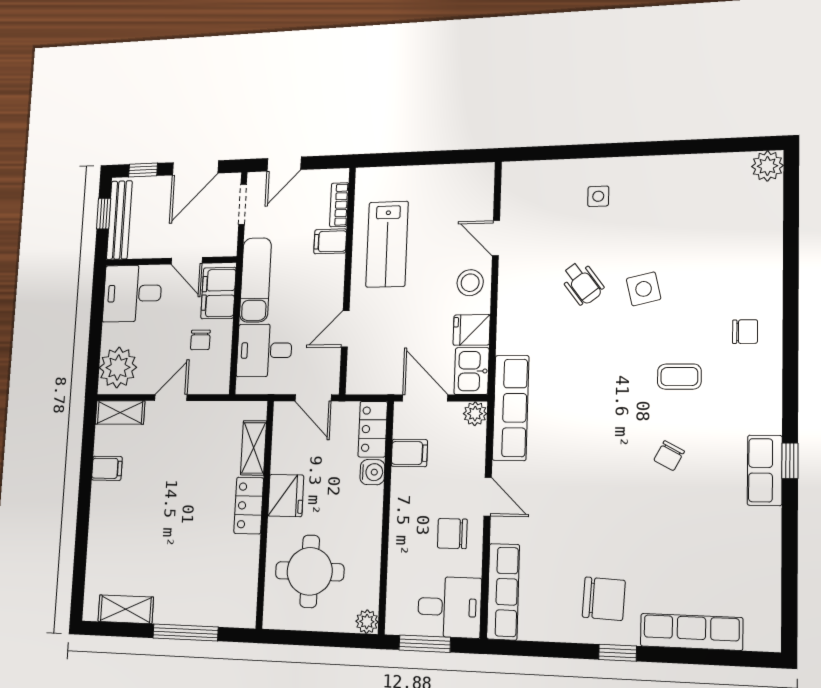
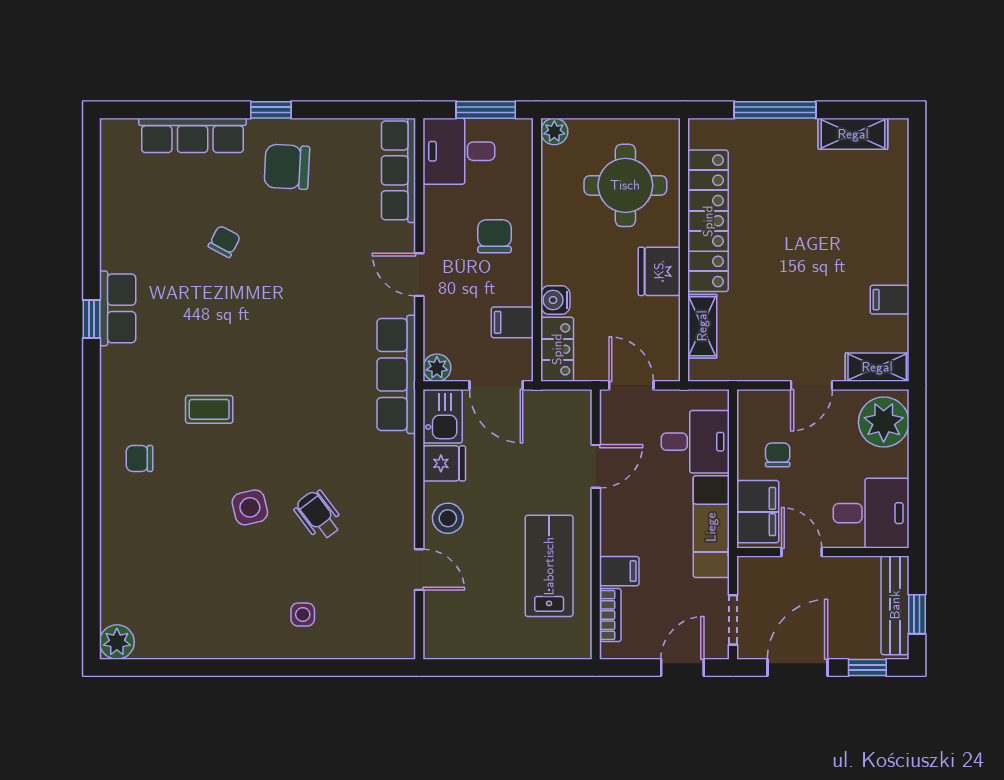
chair: (669, 456) -> (224, 241), moved
locker: (249, 506) -> (708, 221), width x2.16, depth x1.21
chair: (452, 534) -> (494, 236), moved, turned -90

